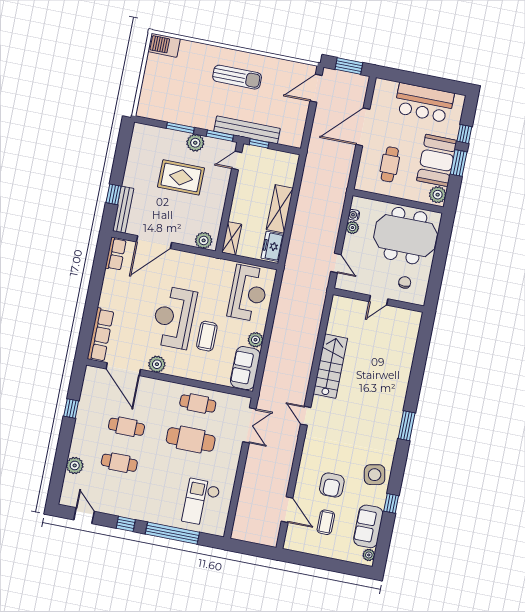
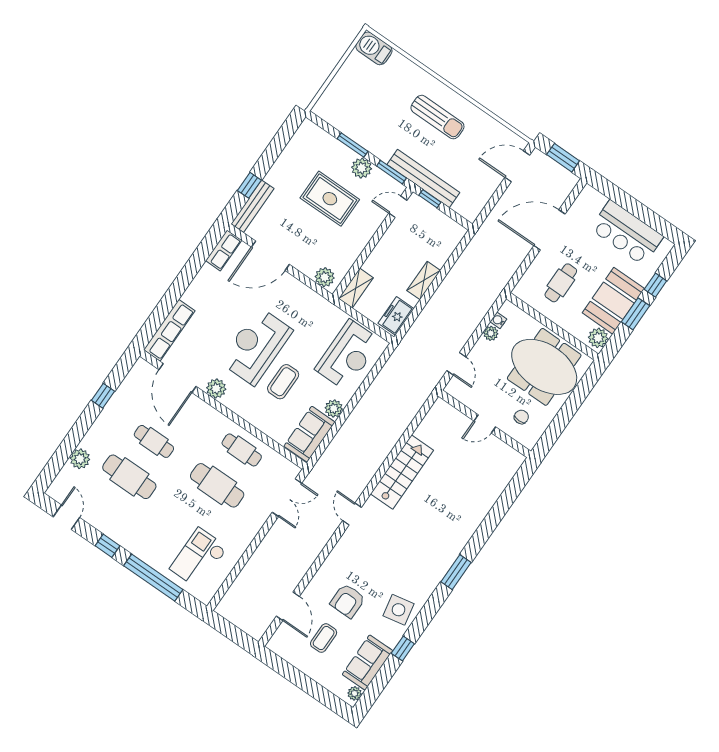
shelving: (280, 209) -> (424, 280), width x0.67, depth x0.75
cafe table: (119, 463) -> (129, 477), width x1.37, depth x1.35

